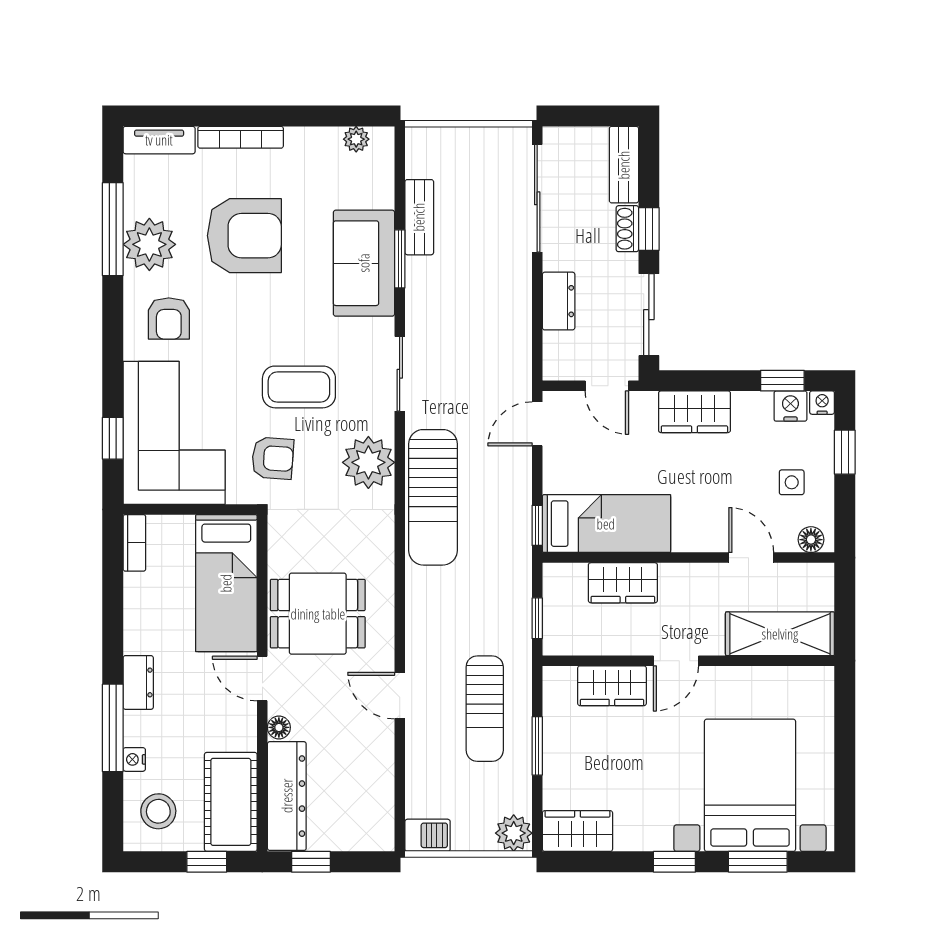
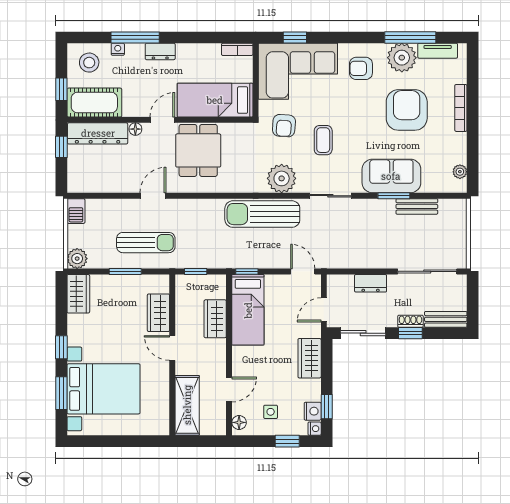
tv unit: (159, 140) -> (438, 51), moved, turned -90
armchair: (244, 236) -> (407, 110), turned 180
coffee table: (299, 387) -> (323, 140), width x0.73, depth x0.77
sun lounger: (485, 709) -> (146, 243), turned 180

